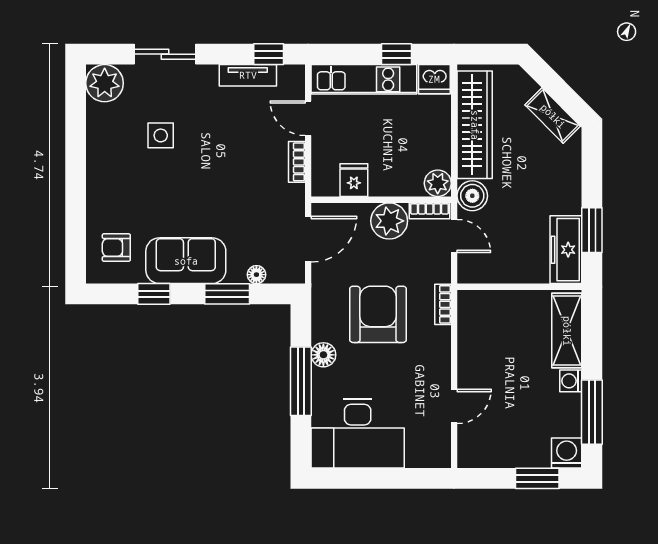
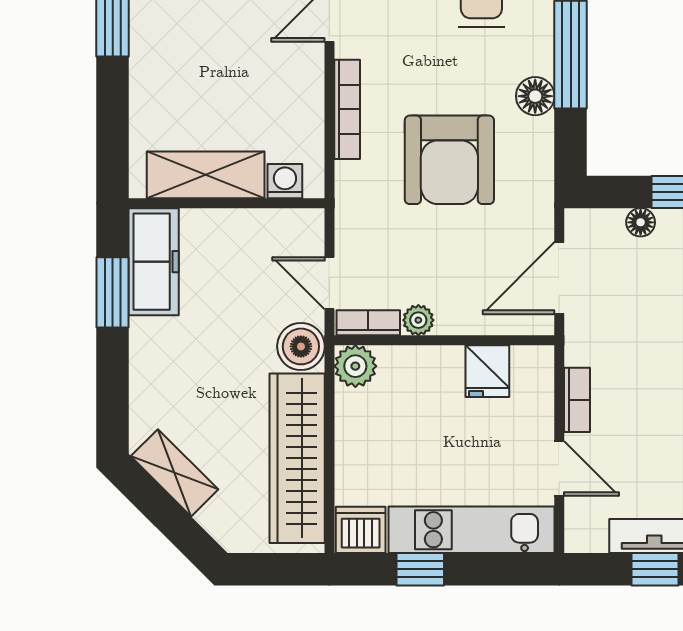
window: (269, 54) -> (655, 569), moved
plant: (389, 221) -> (418, 320), width x0.53, depth x0.53
bookcase: (443, 304) -> (347, 109), moved, width x1.56
shelving: (567, 331) -> (206, 175), moved, turned 90
washing machine: (571, 381) -> (285, 181), moved, turned -90

